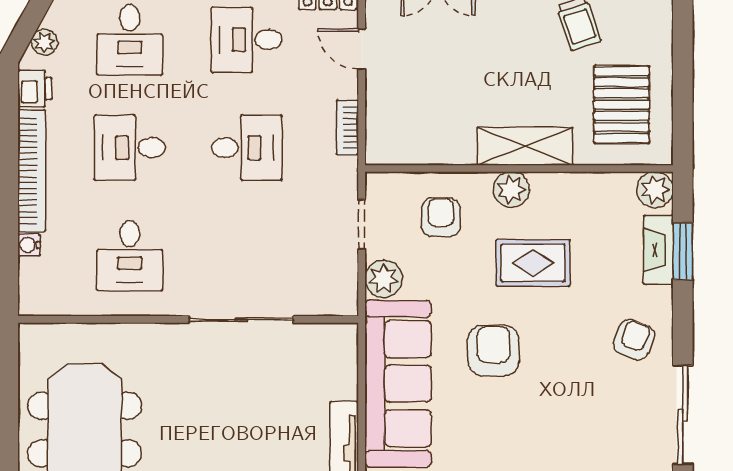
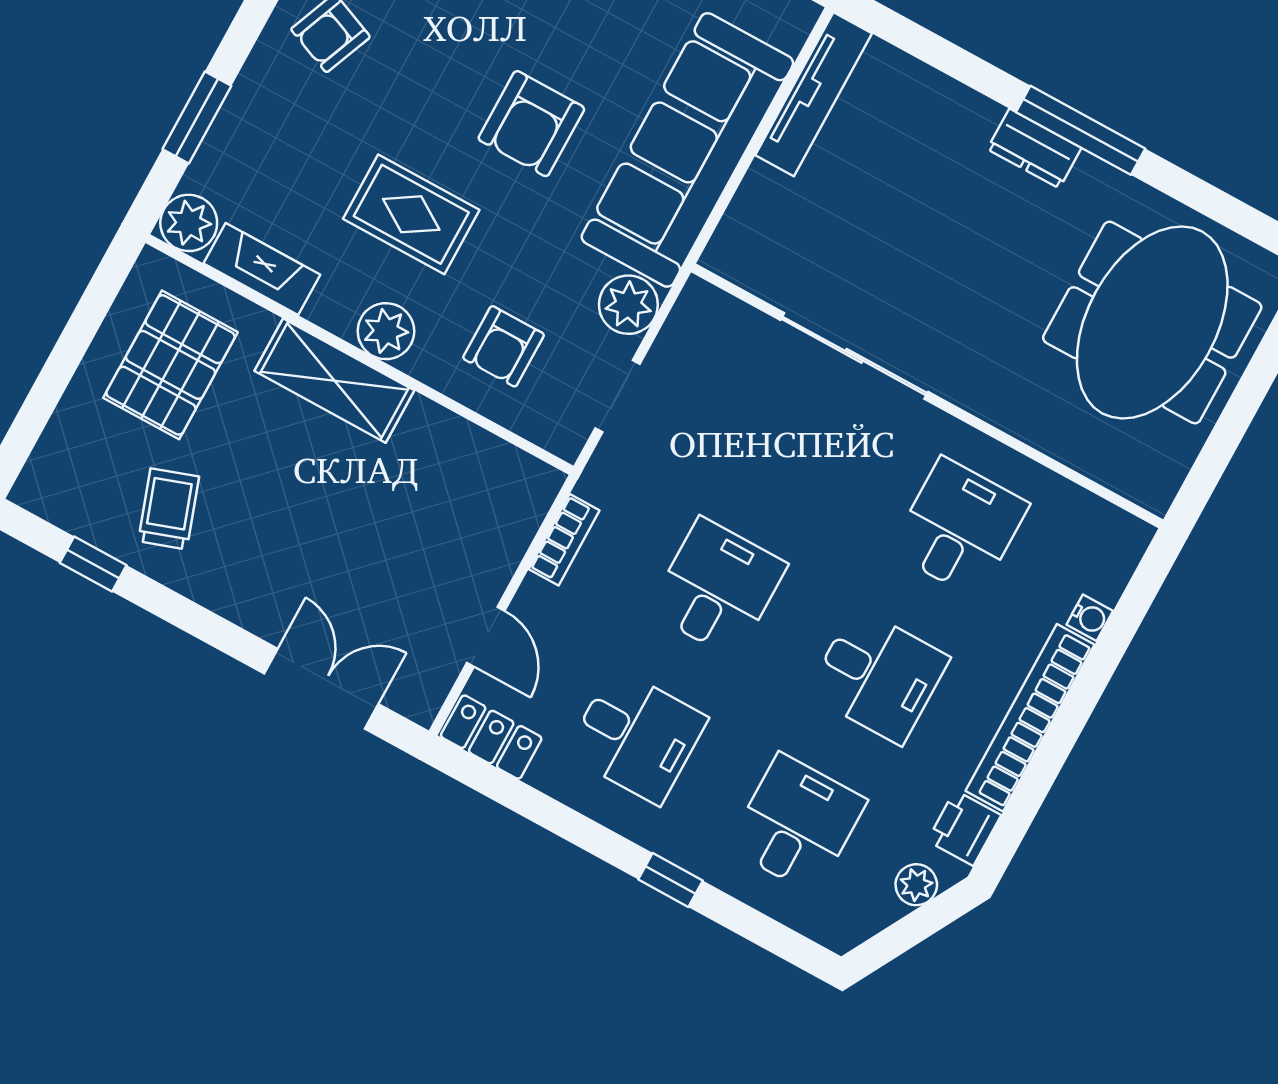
desk: (247, 148) -> (718, 588), turned 90
fireplace: (658, 250) -> (262, 269), moved, turned -90

